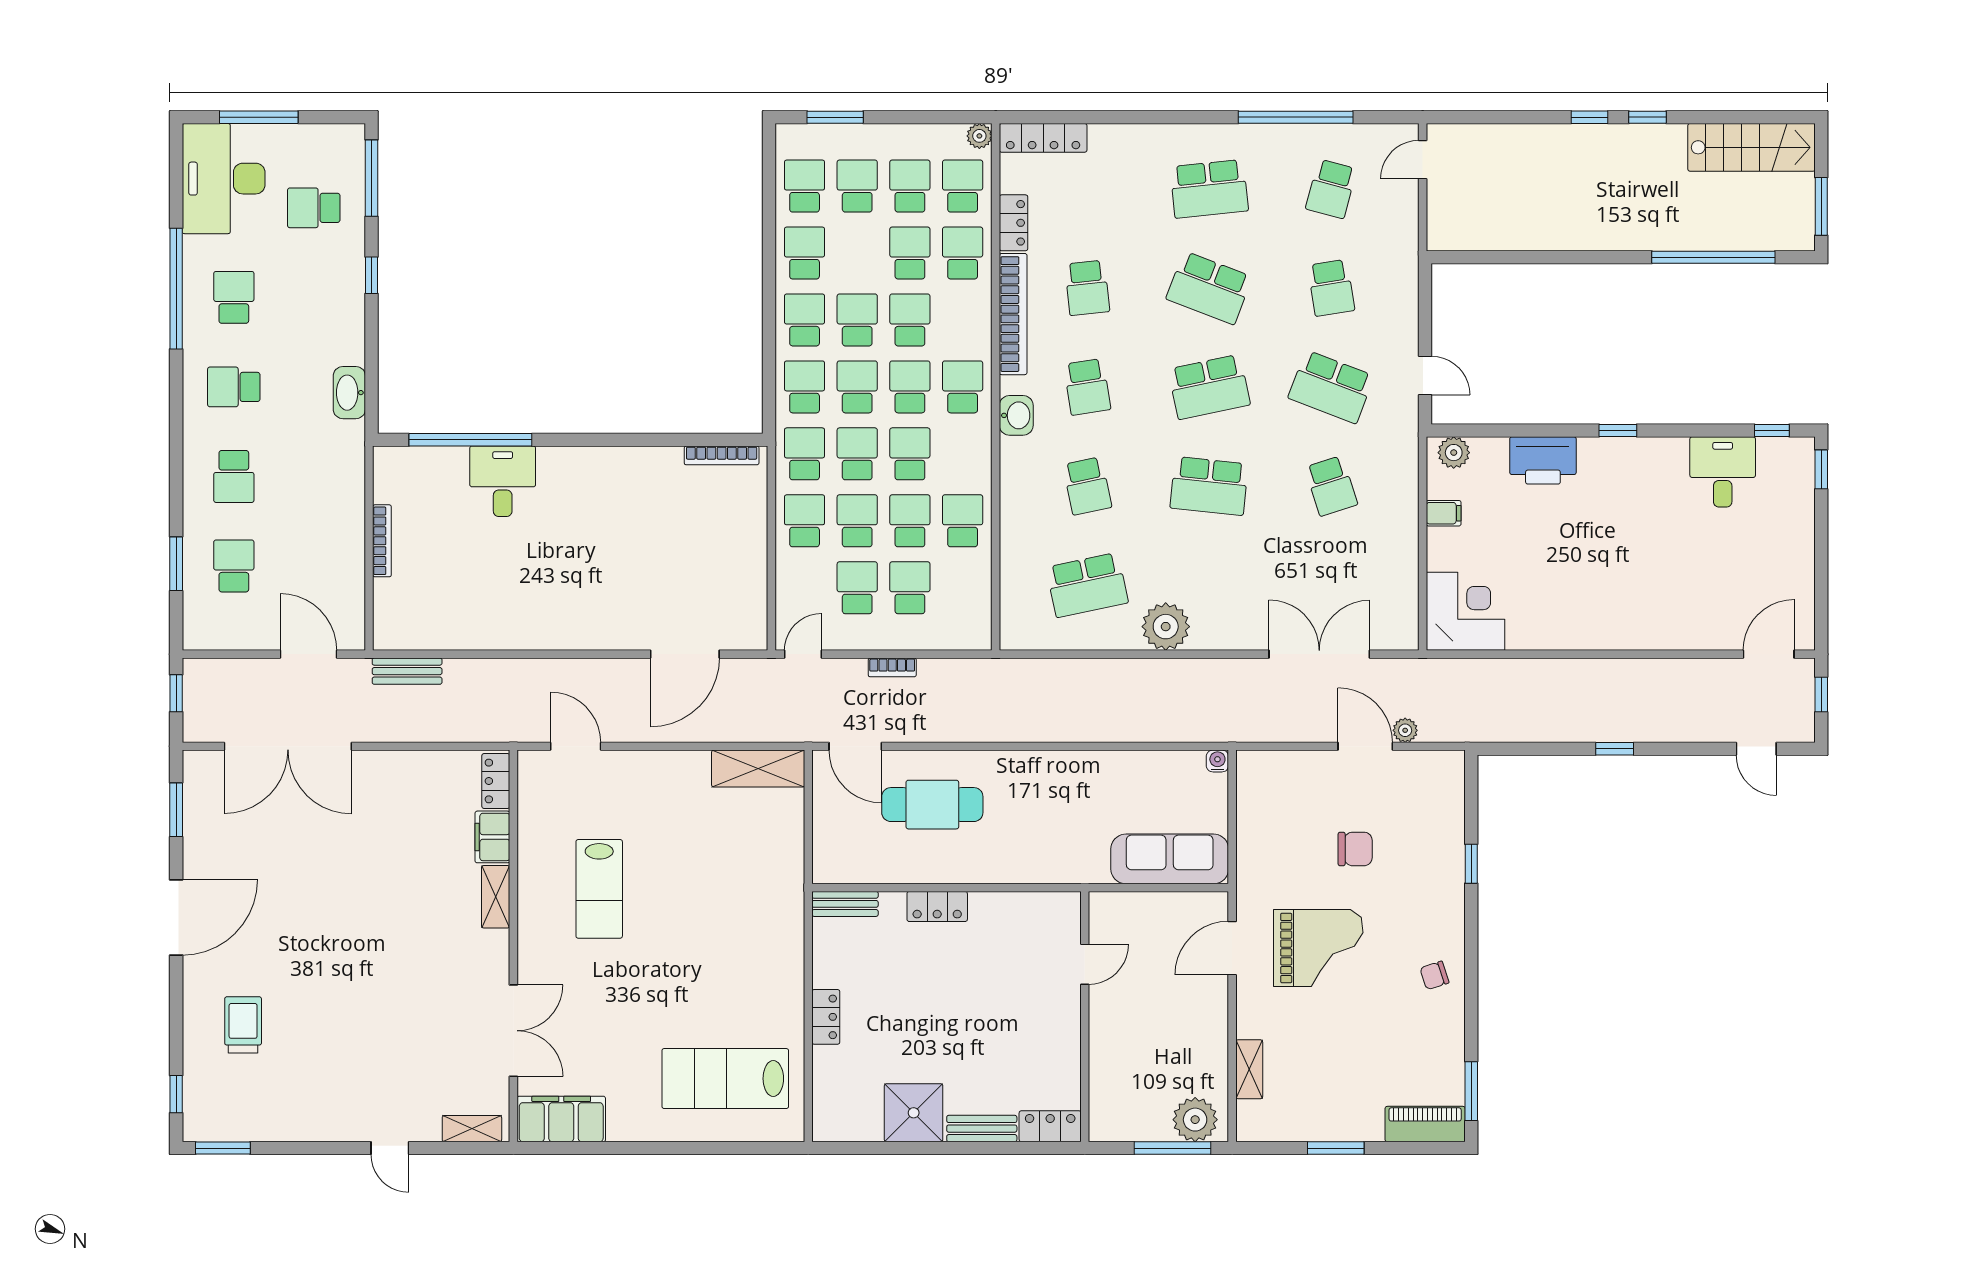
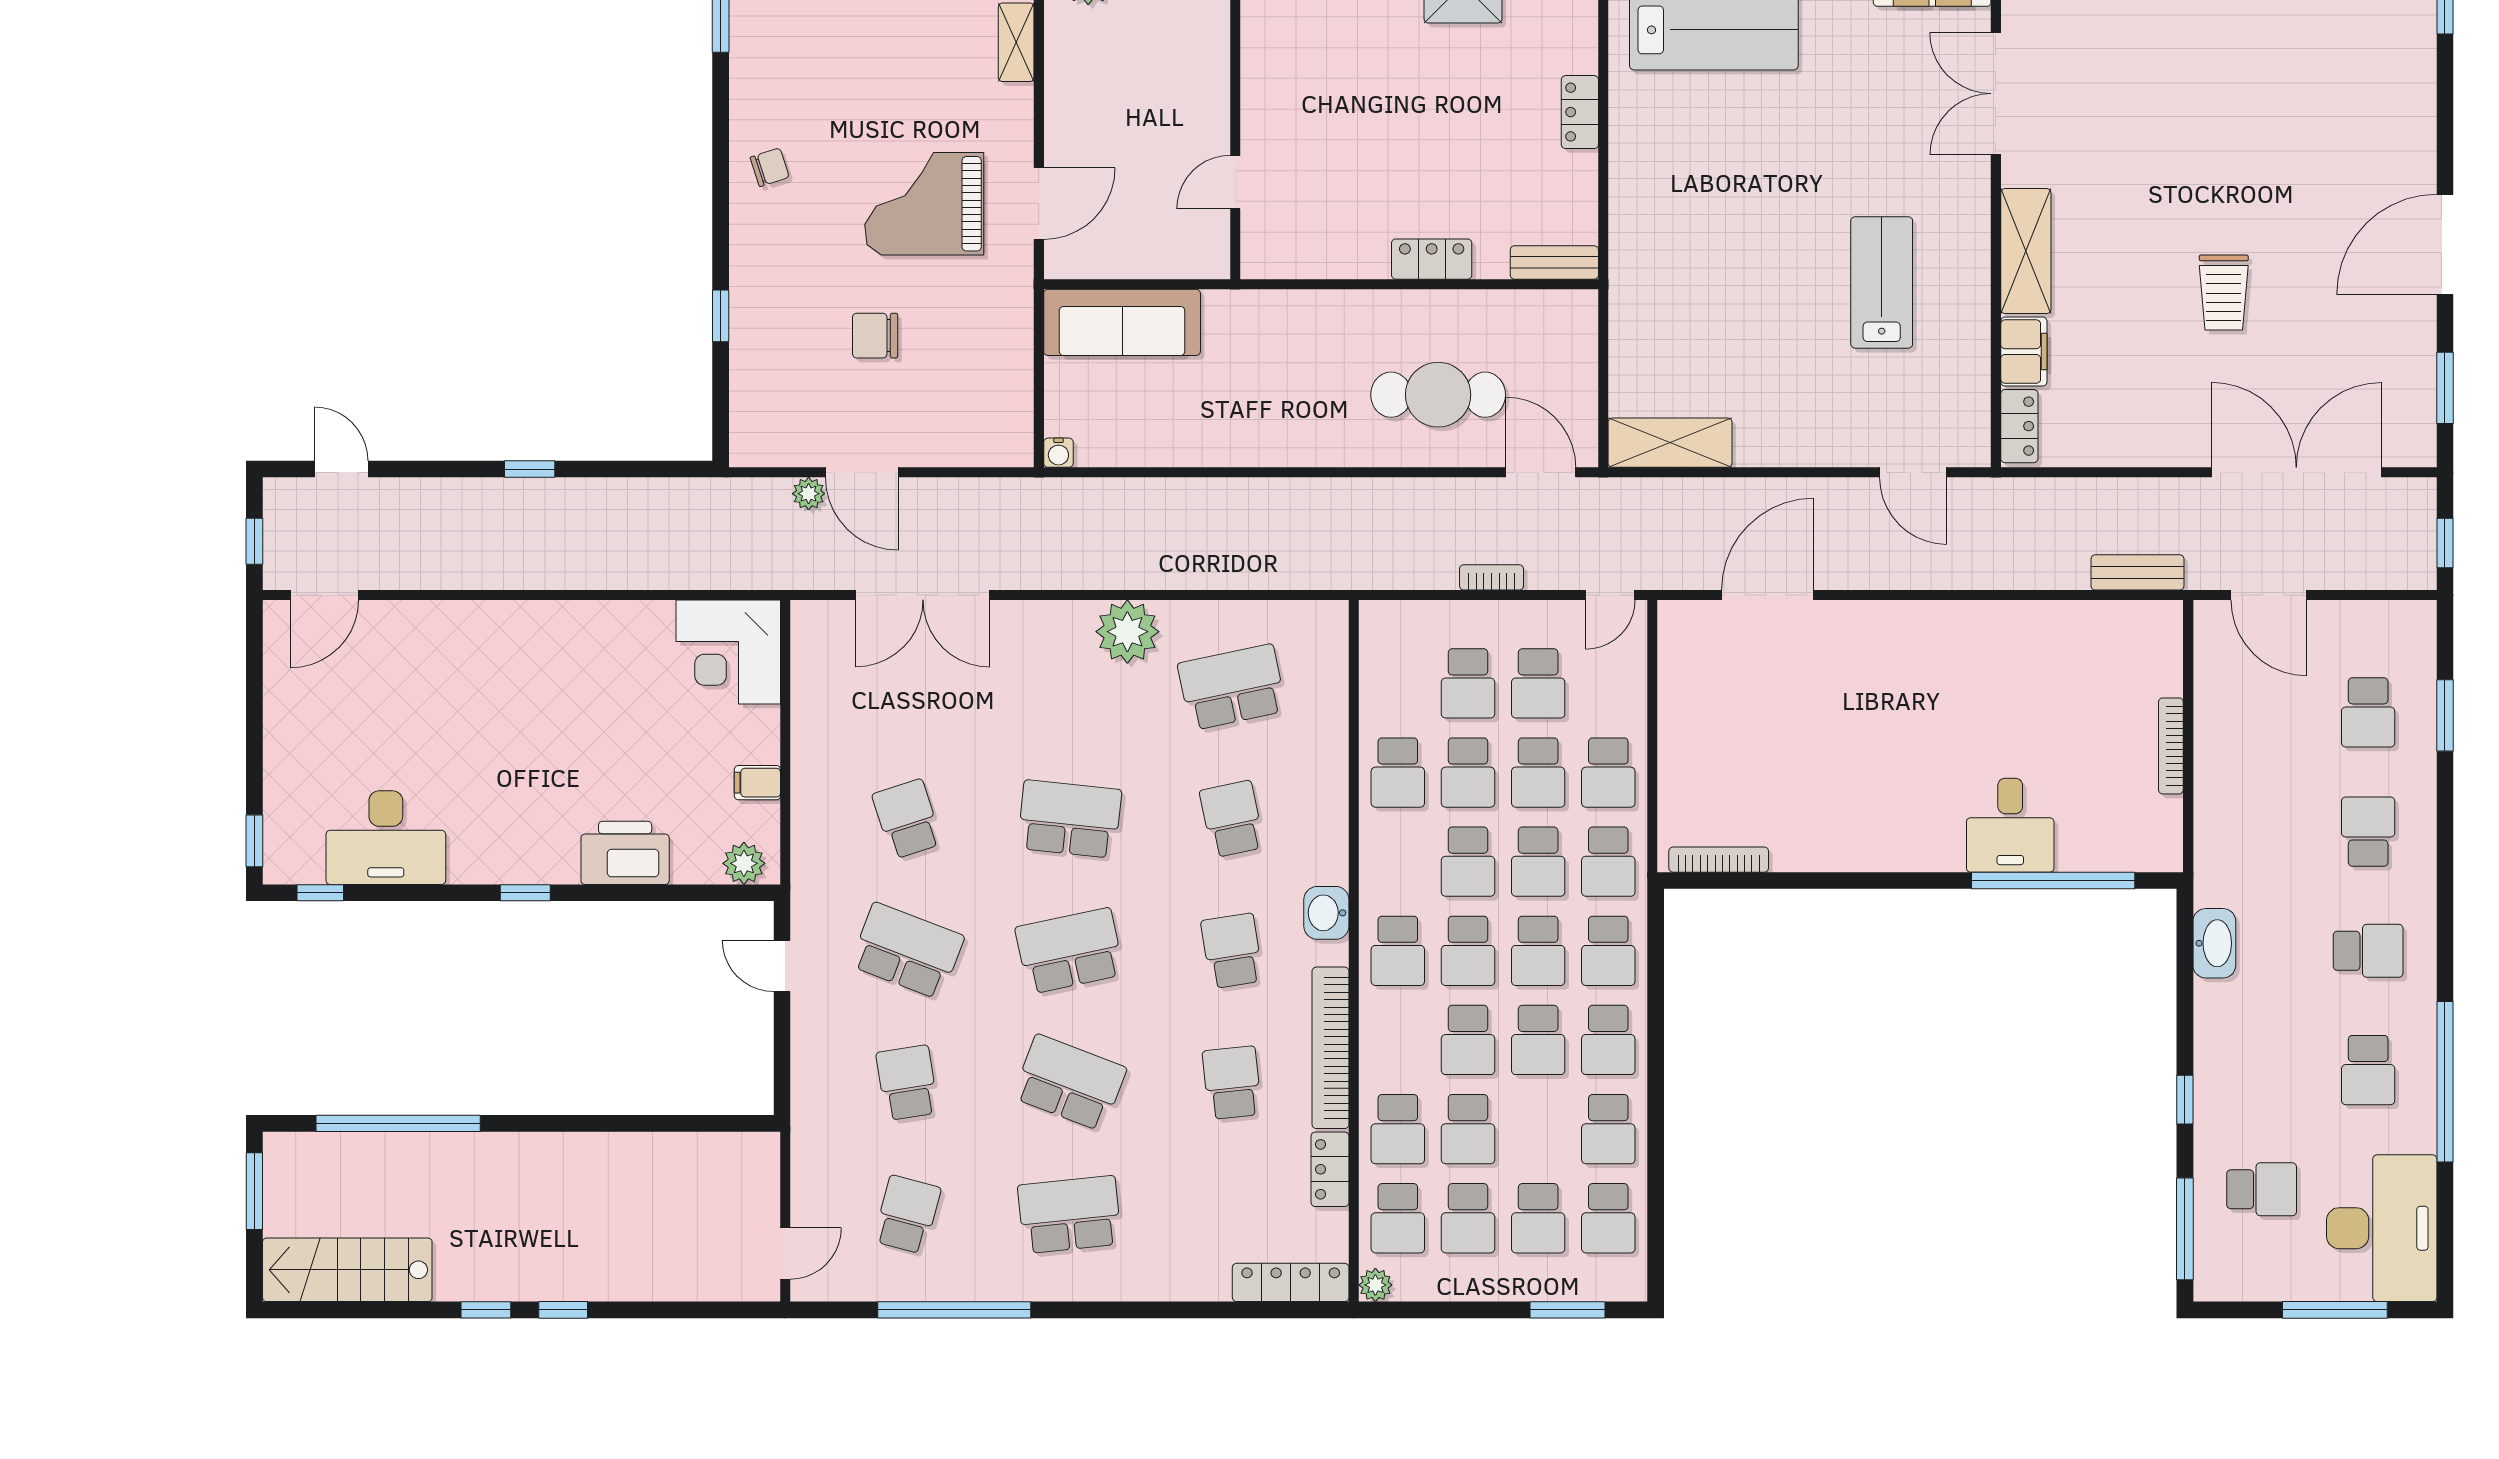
desk: (1723, 472) -> (386, 838), width x1.37
shelving: (496, 897) -> (2026, 251), width x1.50, depth x1.33
trolley: (243, 1025) -> (2224, 293), moved

